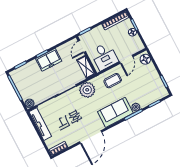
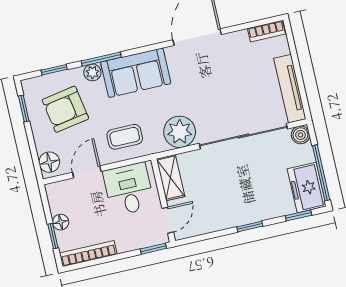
freezer: (49, 60) -> (307, 188), moved, turned -90
armchair: (144, 86) -> (65, 109), added

